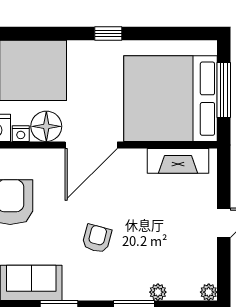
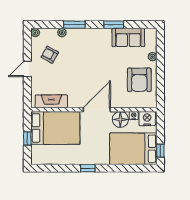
window: (224, 90) -> (27, 138), width x0.46
bed: (170, 99) -> (55, 128), width x0.73
armchair: (97, 239) -> (50, 55), moved, turned 104

